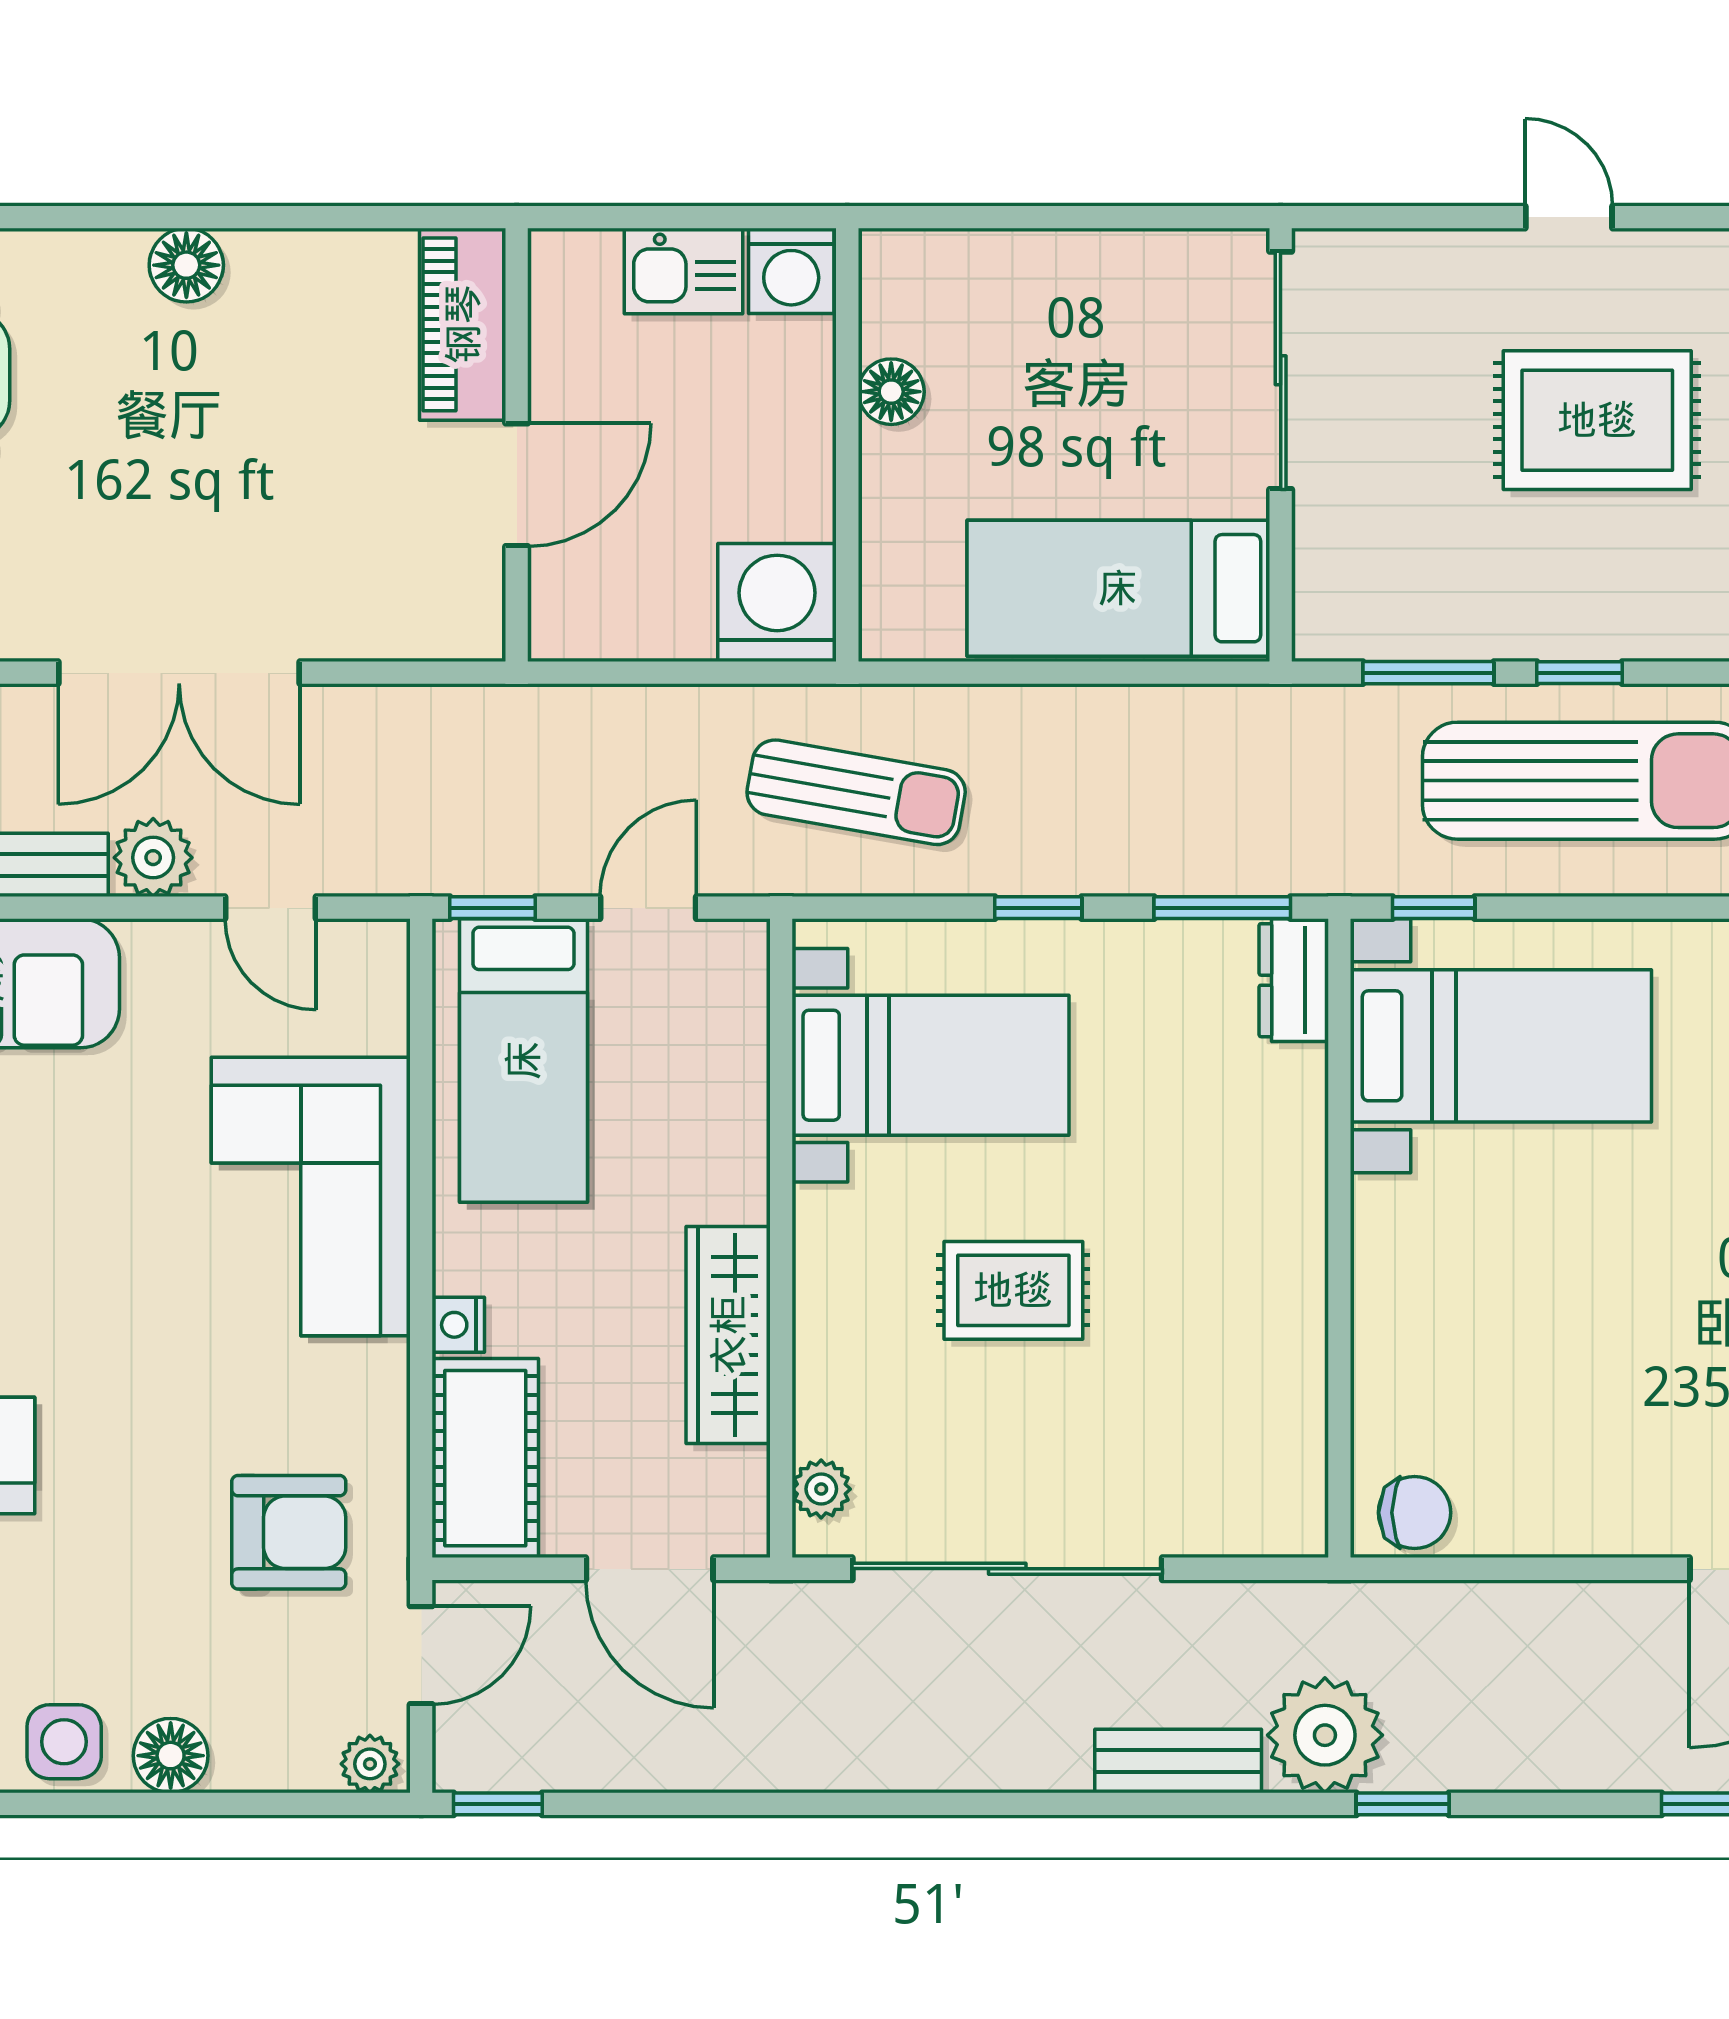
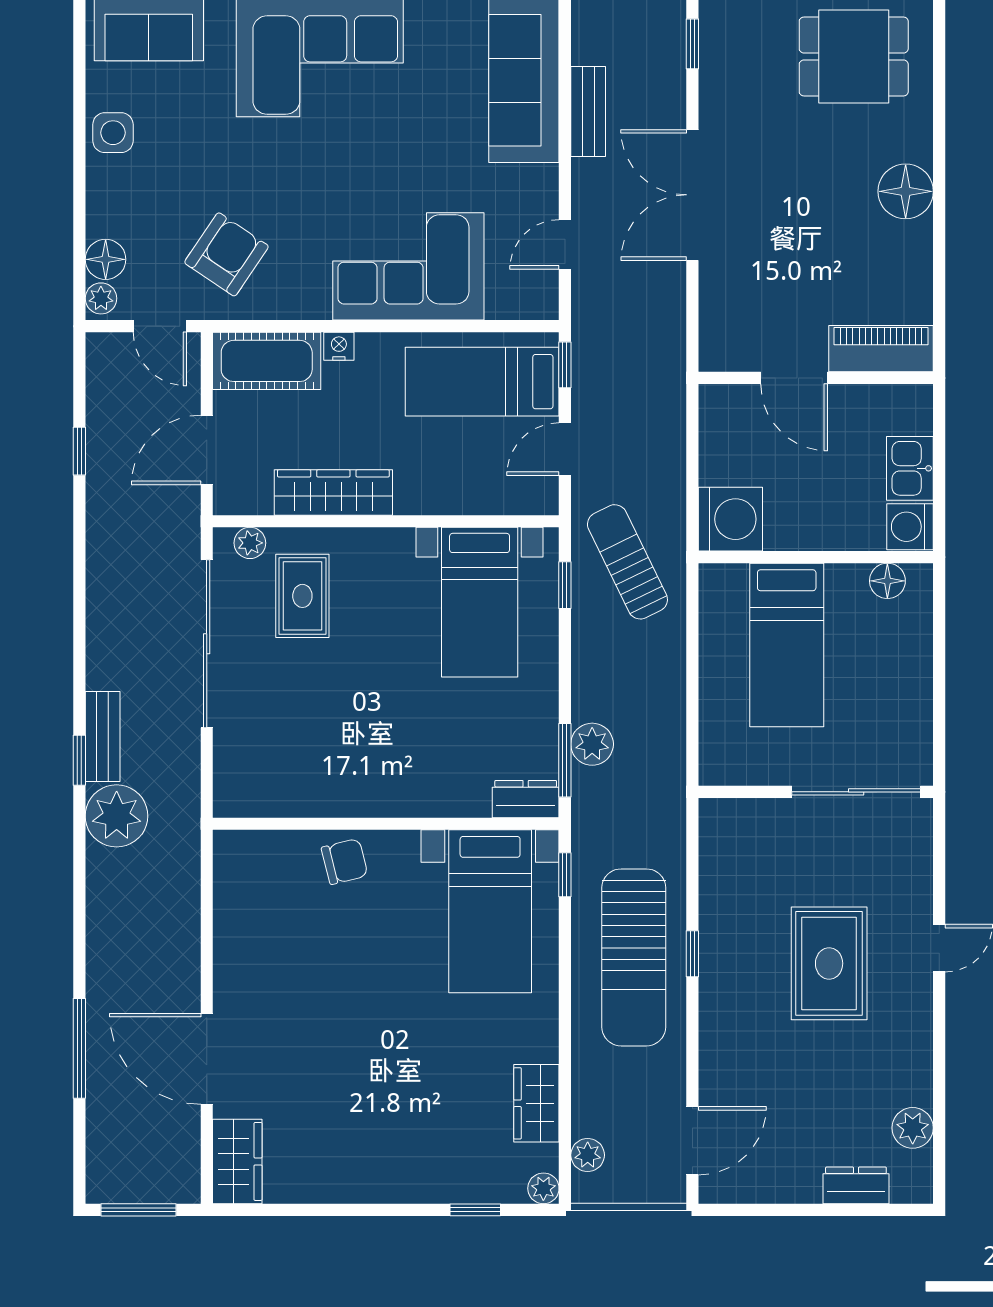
floor lamp: (186, 265) -> (906, 191), width x1.38, depth x1.38
floor lamp: (891, 392) -> (887, 581), moved
bed: (1118, 588) -> (787, 645), moved, turned 180
window: (1428, 673) -> (692, 872), removed
sun lounger: (856, 792) -> (627, 562), turned 144
plant: (153, 858) -> (592, 744), moved
door: (648, 908) -> (565, 449), swing flipped
window: (1038, 908) -> (565, 585), moved
rug: (1013, 1290) -> (302, 596), moved
chair: (1415, 1513) -> (345, 861), moved, turned -104
armchair: (289, 1532) -> (226, 254), turned -146
floor lamp: (171, 1756) -> (106, 259), moved
window: (498, 1804) -> (79, 451), moved
window: (1403, 1804) -> (79, 760), moved

